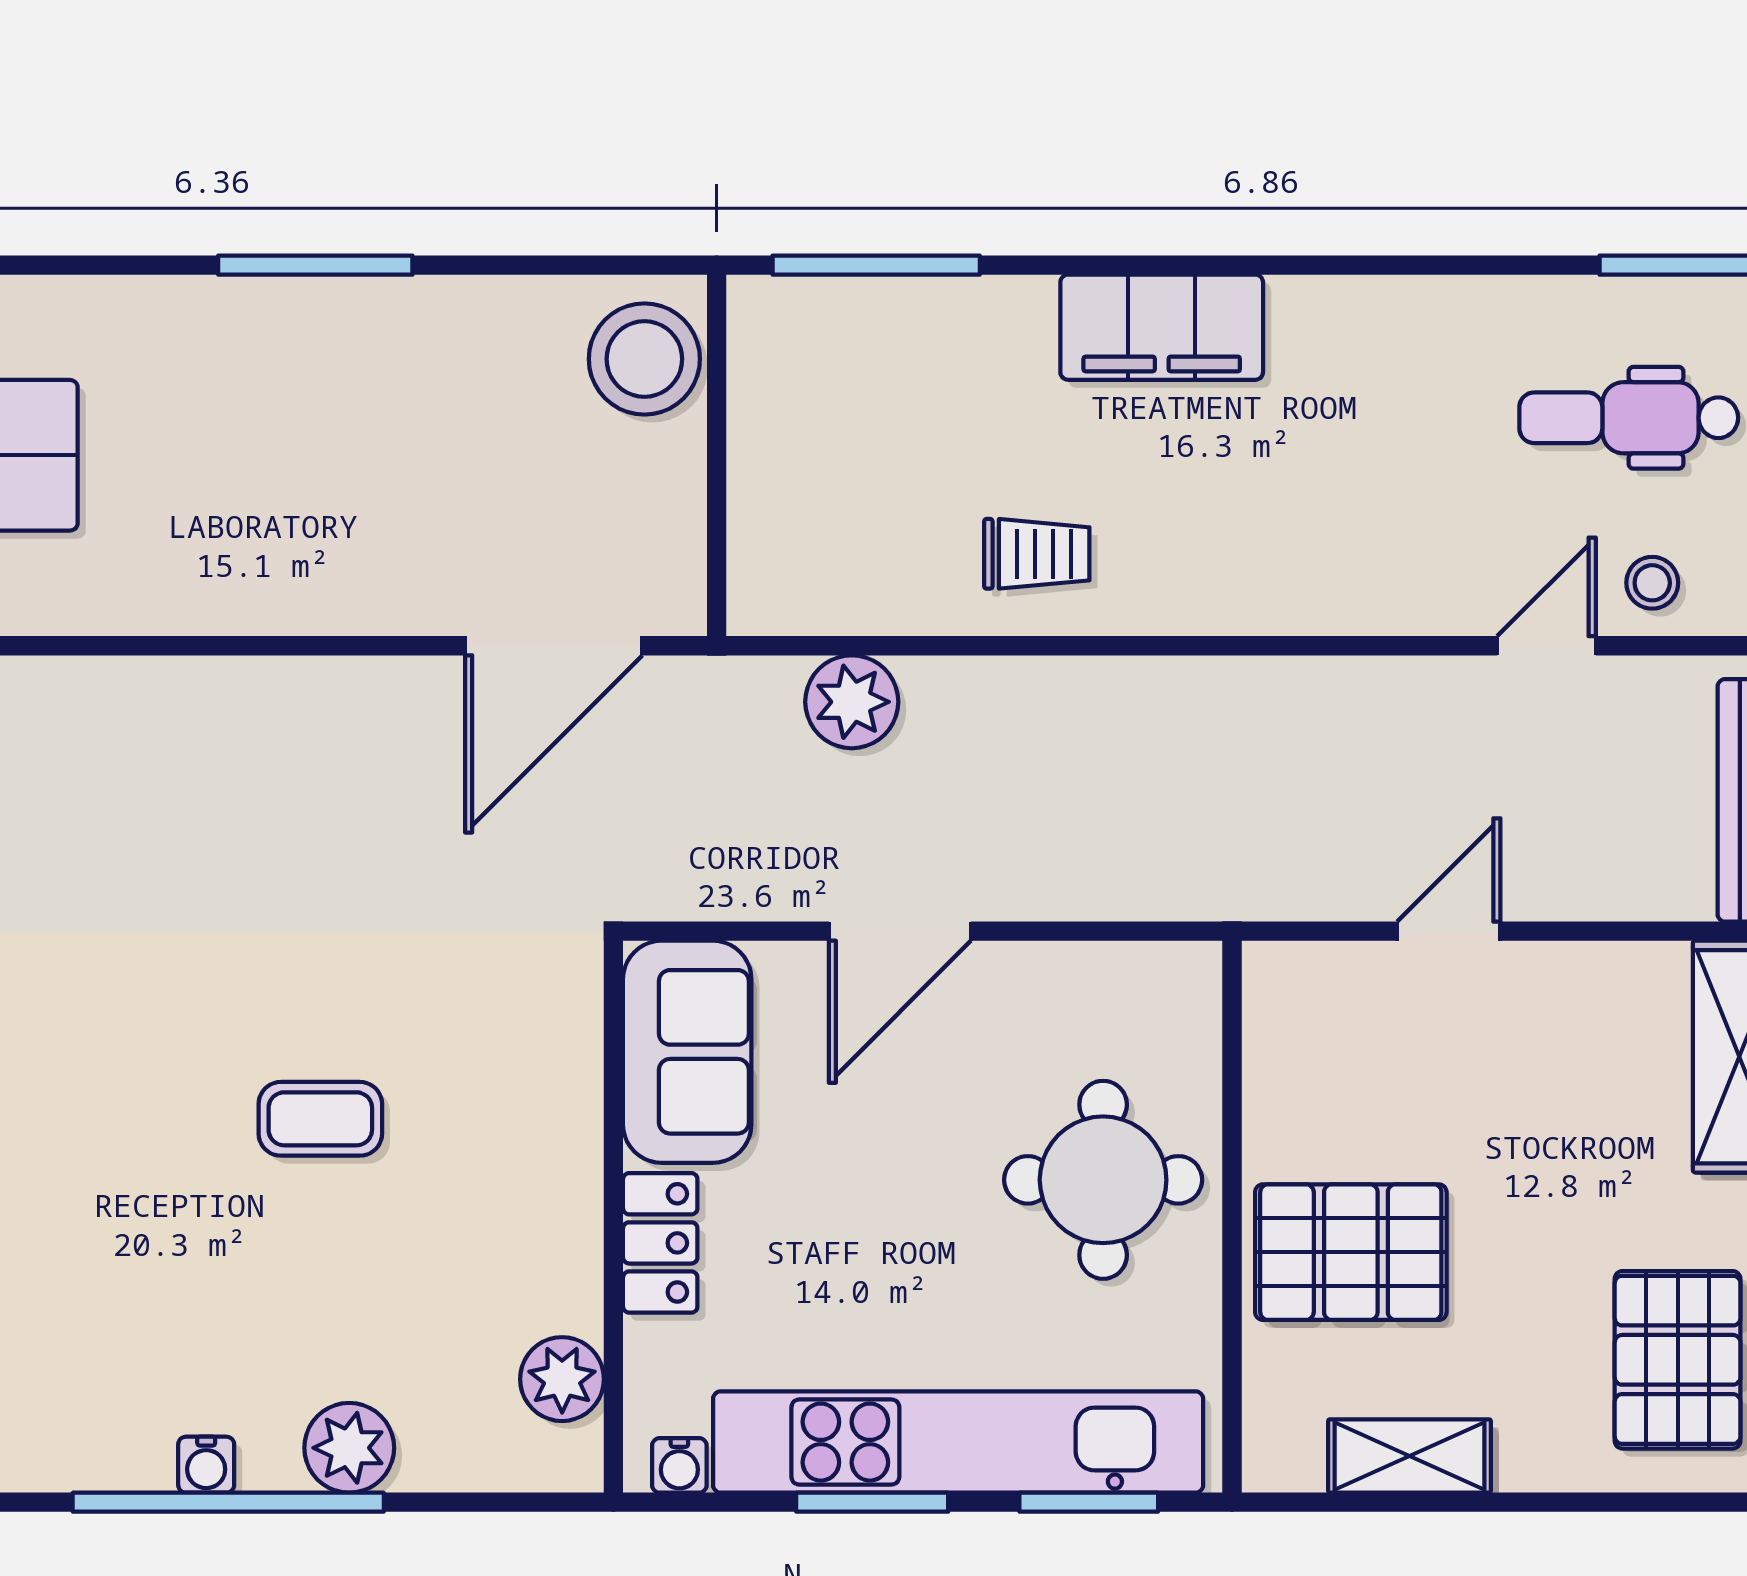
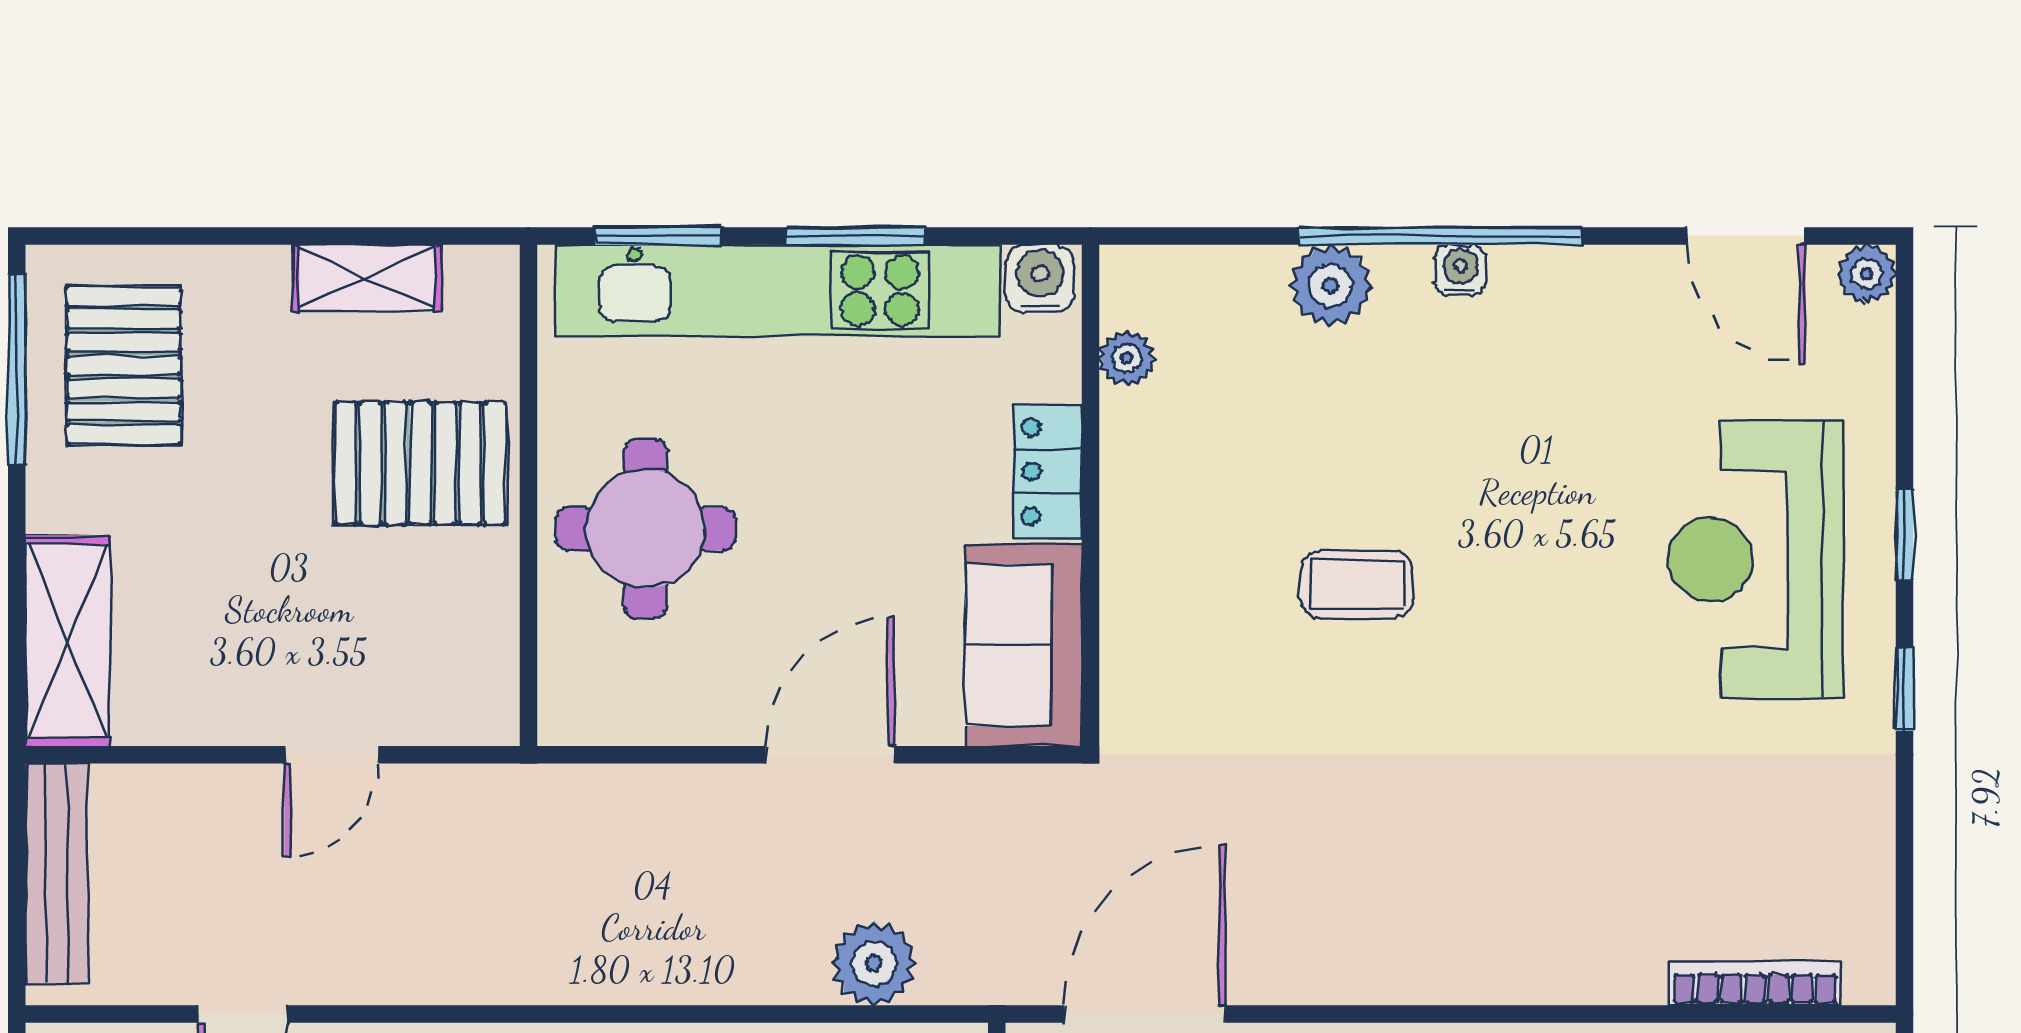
plant: (562, 1379) -> (1127, 358), width x0.73, depth x0.73
water cooler: (679, 1465) -> (1040, 279), width x1.38, depth x1.38

